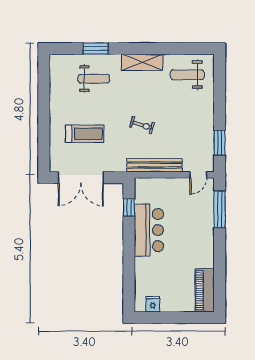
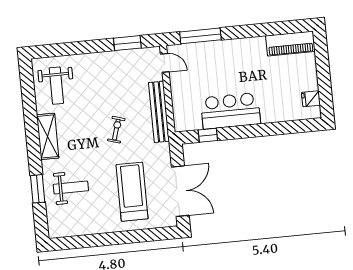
weight bench: (94, 79) -> (71, 187), turned 90
treadmill: (85, 134) -> (132, 192), width x1.37, depth x1.38

